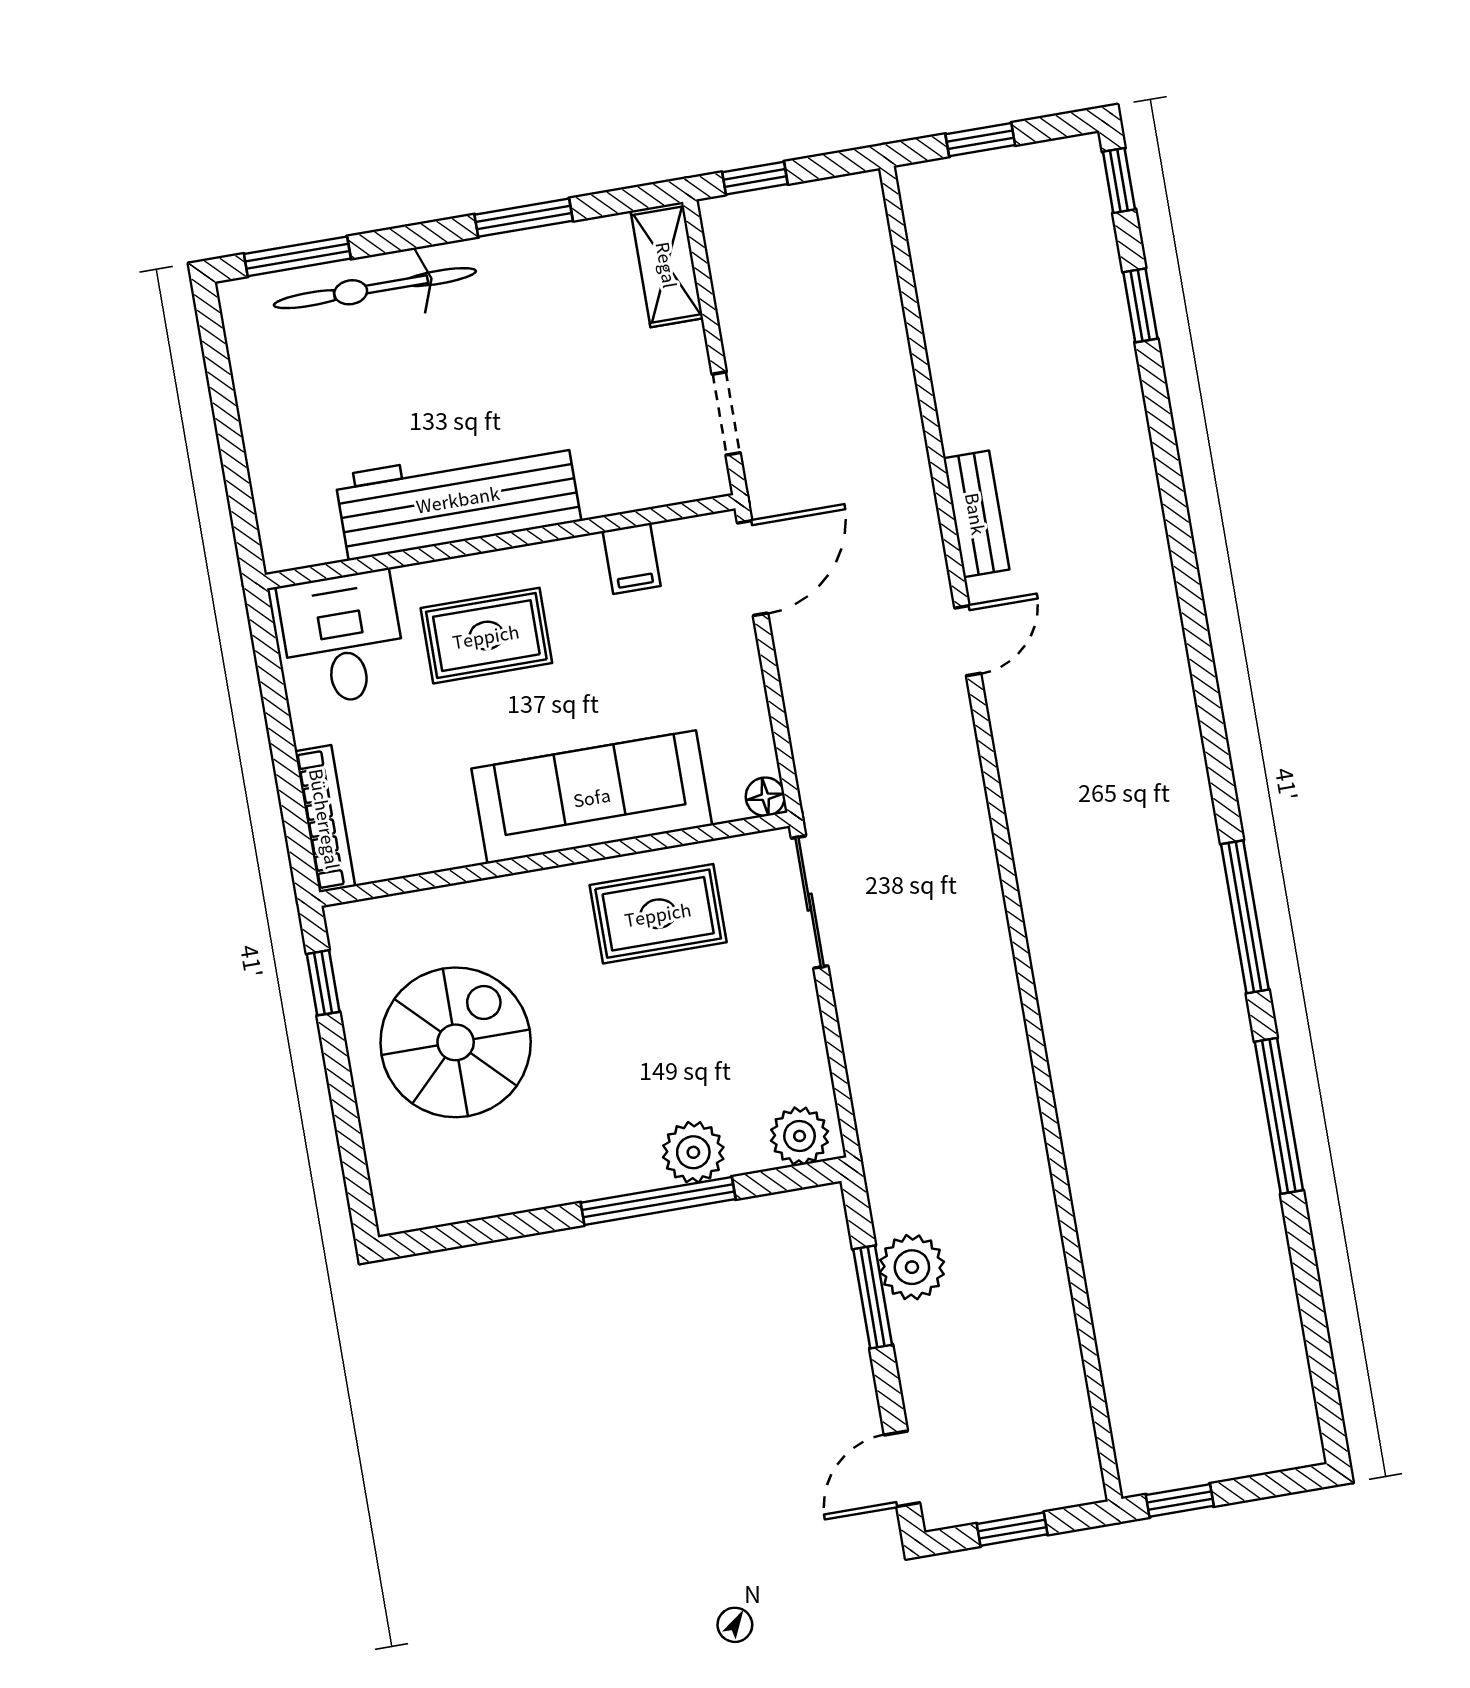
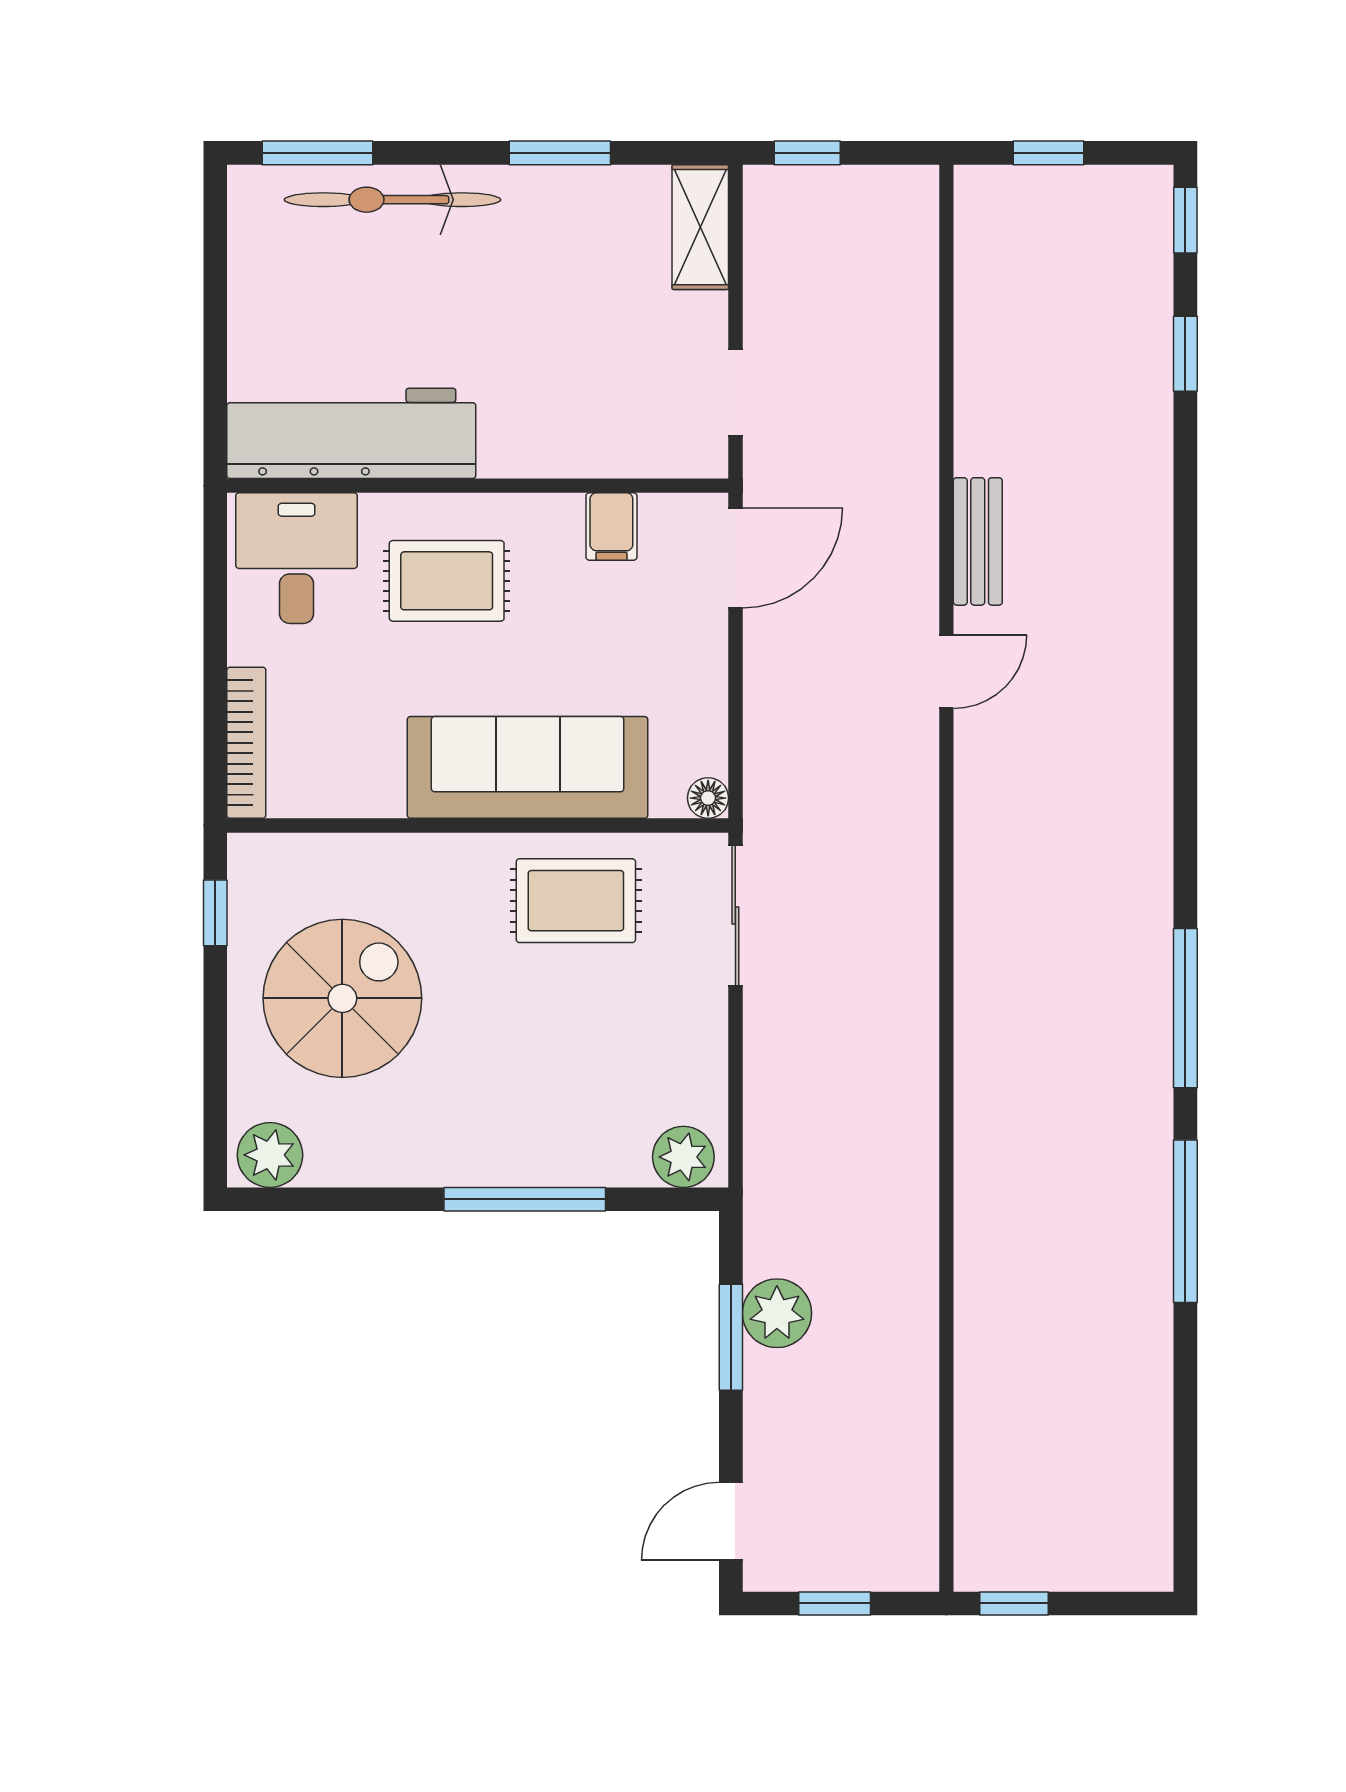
workbench: (458, 499) -> (351, 433), moved
plant: (693, 1152) -> (270, 1155), moved

